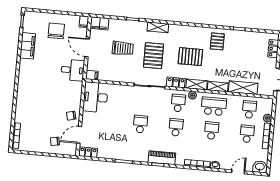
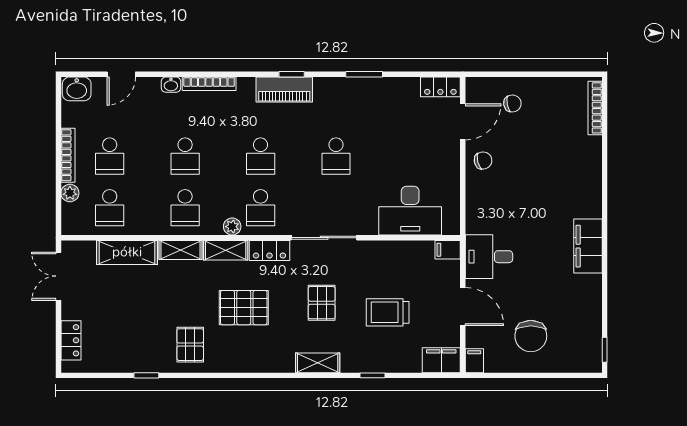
filing cabinet: (28, 46) -> (588, 246), moved
pallet: (153, 56) -> (322, 303), width x0.67, depth x0.71
desk: (96, 97) -> (410, 211), moved, turned 90
school desk: (214, 106) -> (185, 208), width x0.54

